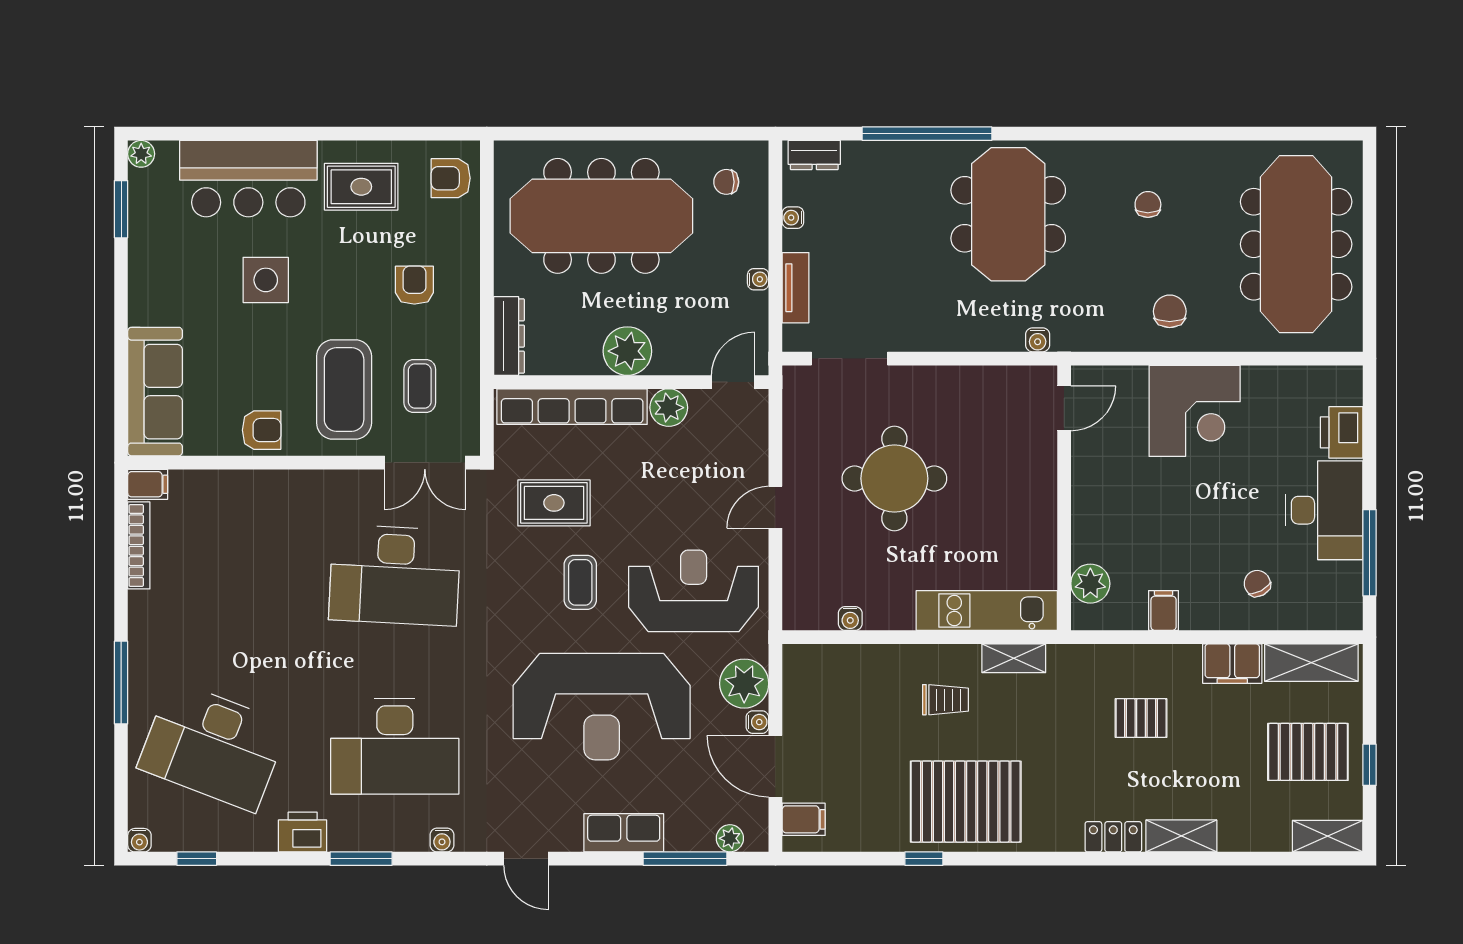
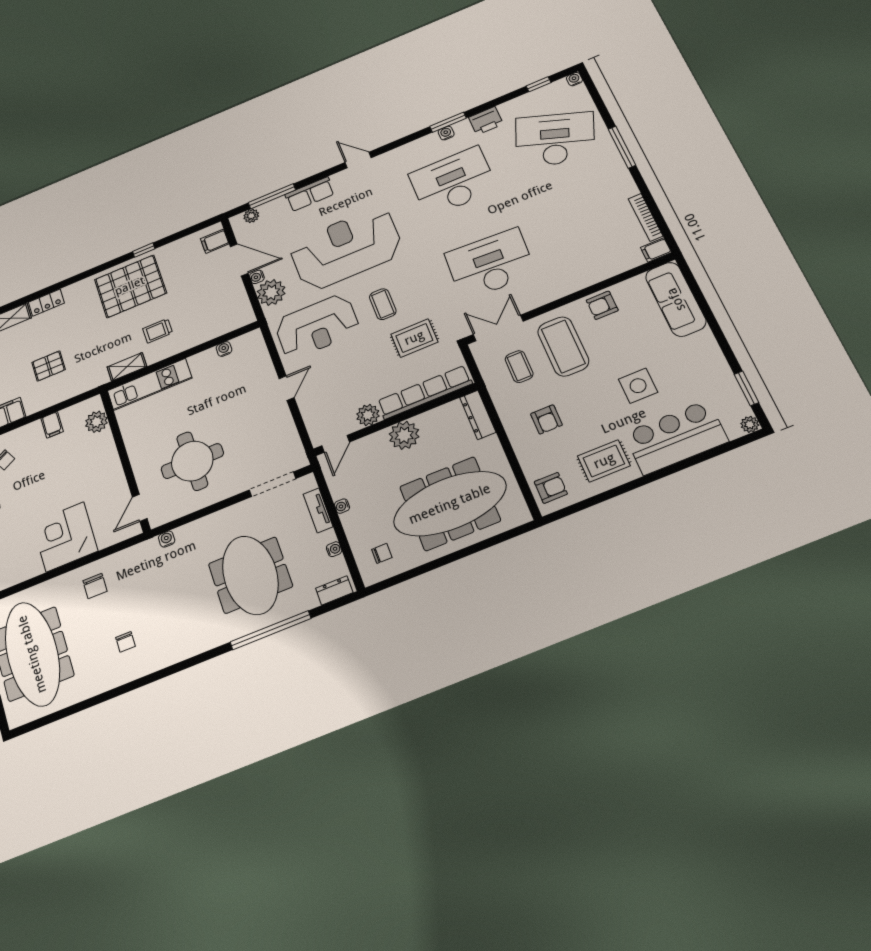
meeting table: (1008, 214) -> (250, 575), moved
round table: (894, 478) -> (192, 461), moved
water cooler: (442, 840) -> (446, 133), moved

